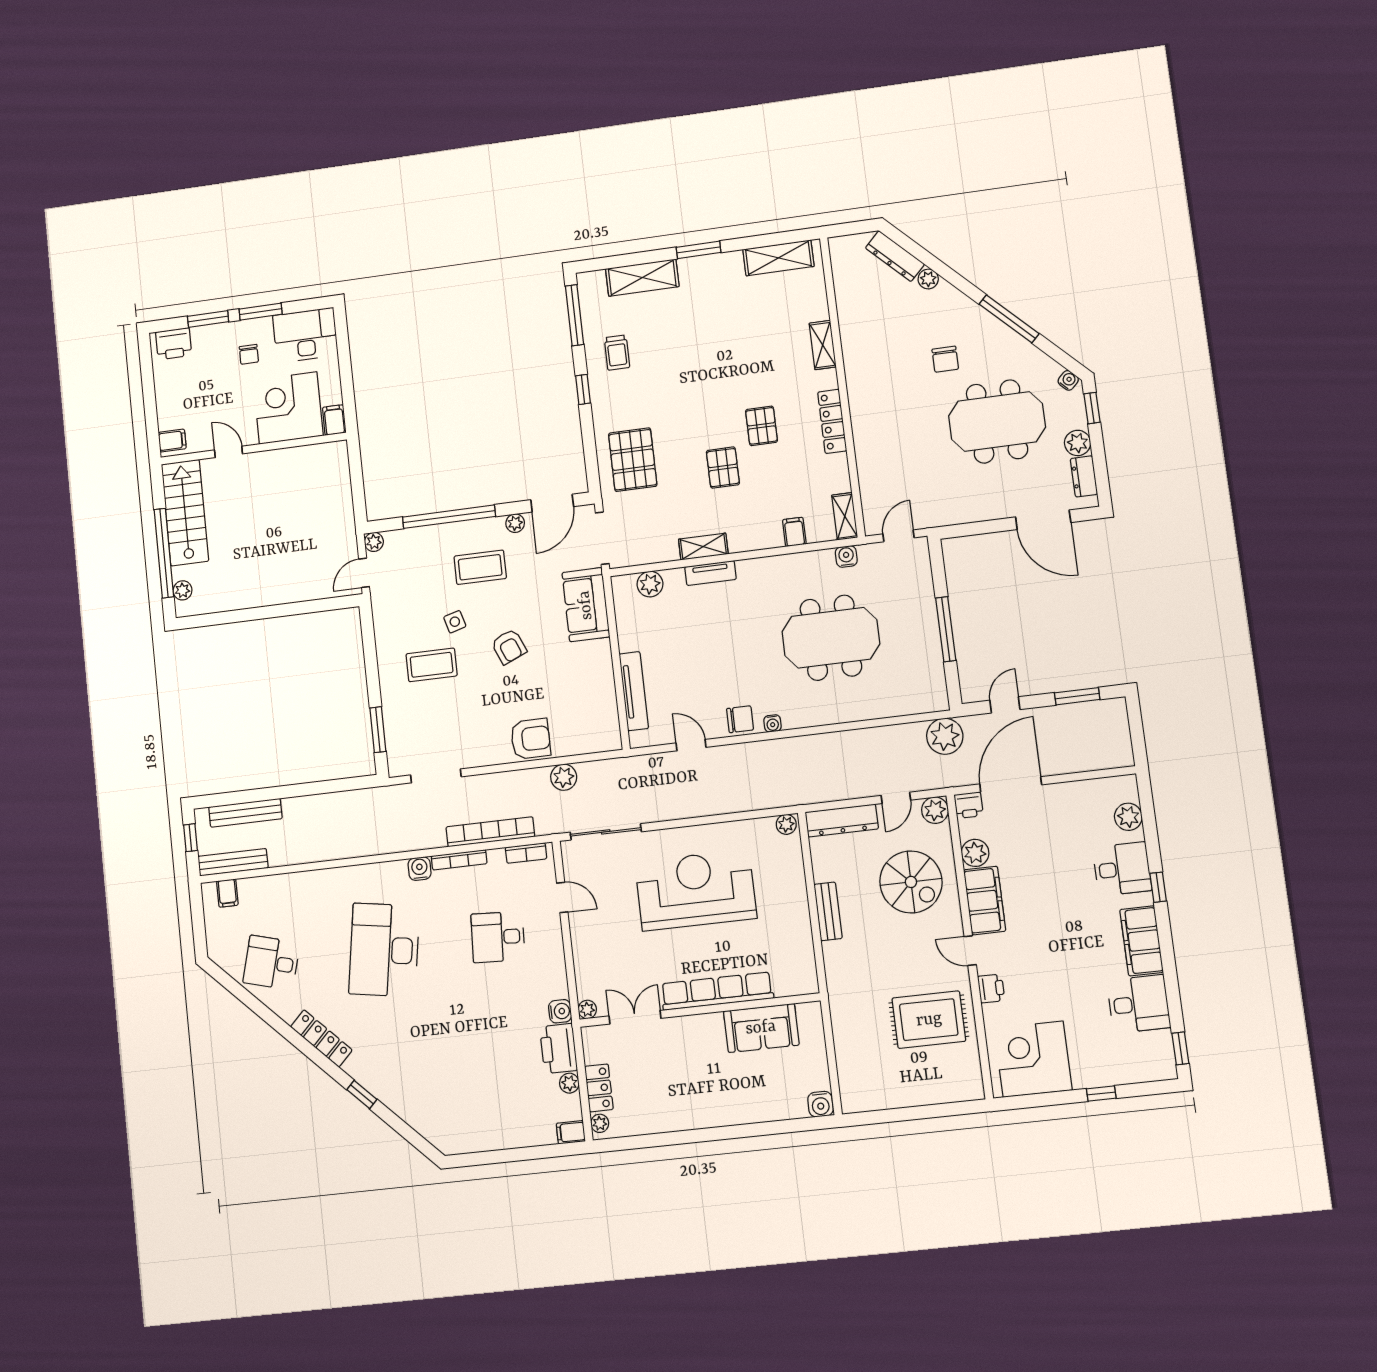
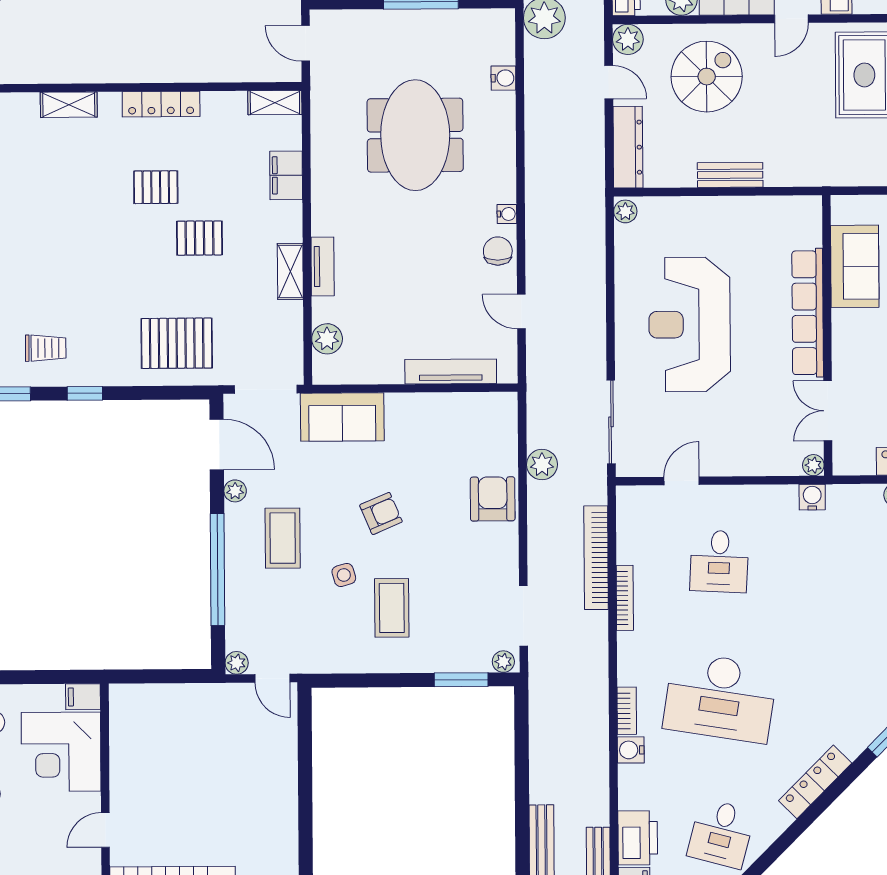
filing cabinet: (794, 532) -> (286, 175), width x2.00
water cooler: (846, 556) -> (503, 78), moved, turned 180
door: (691, 745) -> (521, 311), hinge flipped
plant: (396, 763) -> (503, 662), added
bookcase: (526, 853) -> (627, 711), moved
water cooler: (420, 869) -> (631, 750), moved
printer: (558, 1049) -> (638, 838), moved, turned -90

